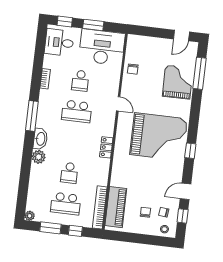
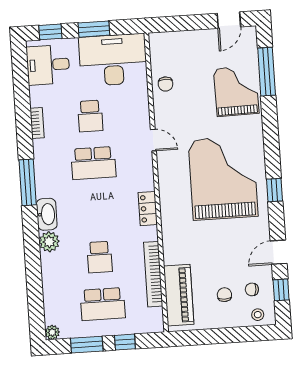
grand piano: (159, 137) -> (223, 178), turned -90
bookcase: (100, 207) -> (153, 274), moved

